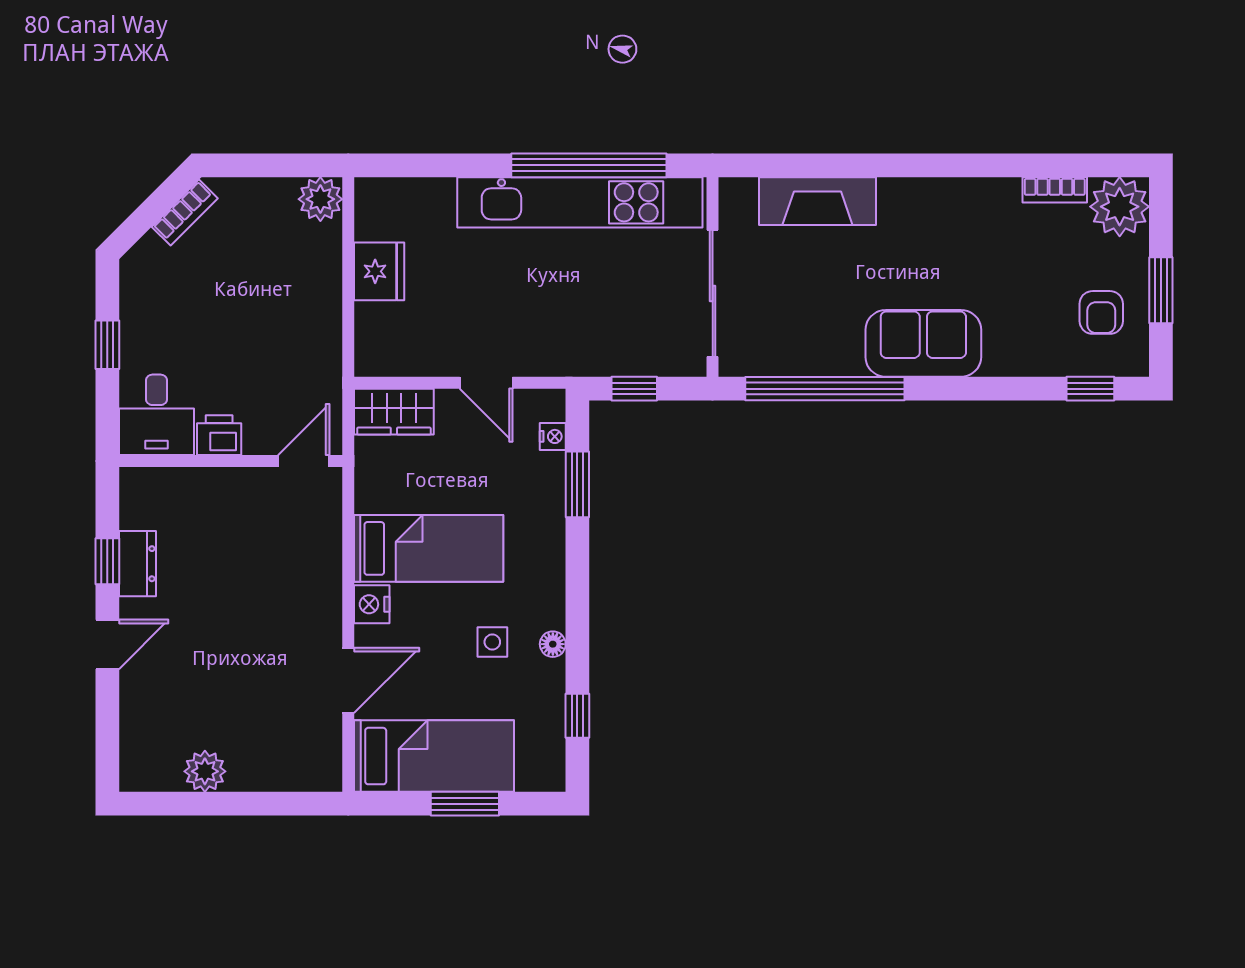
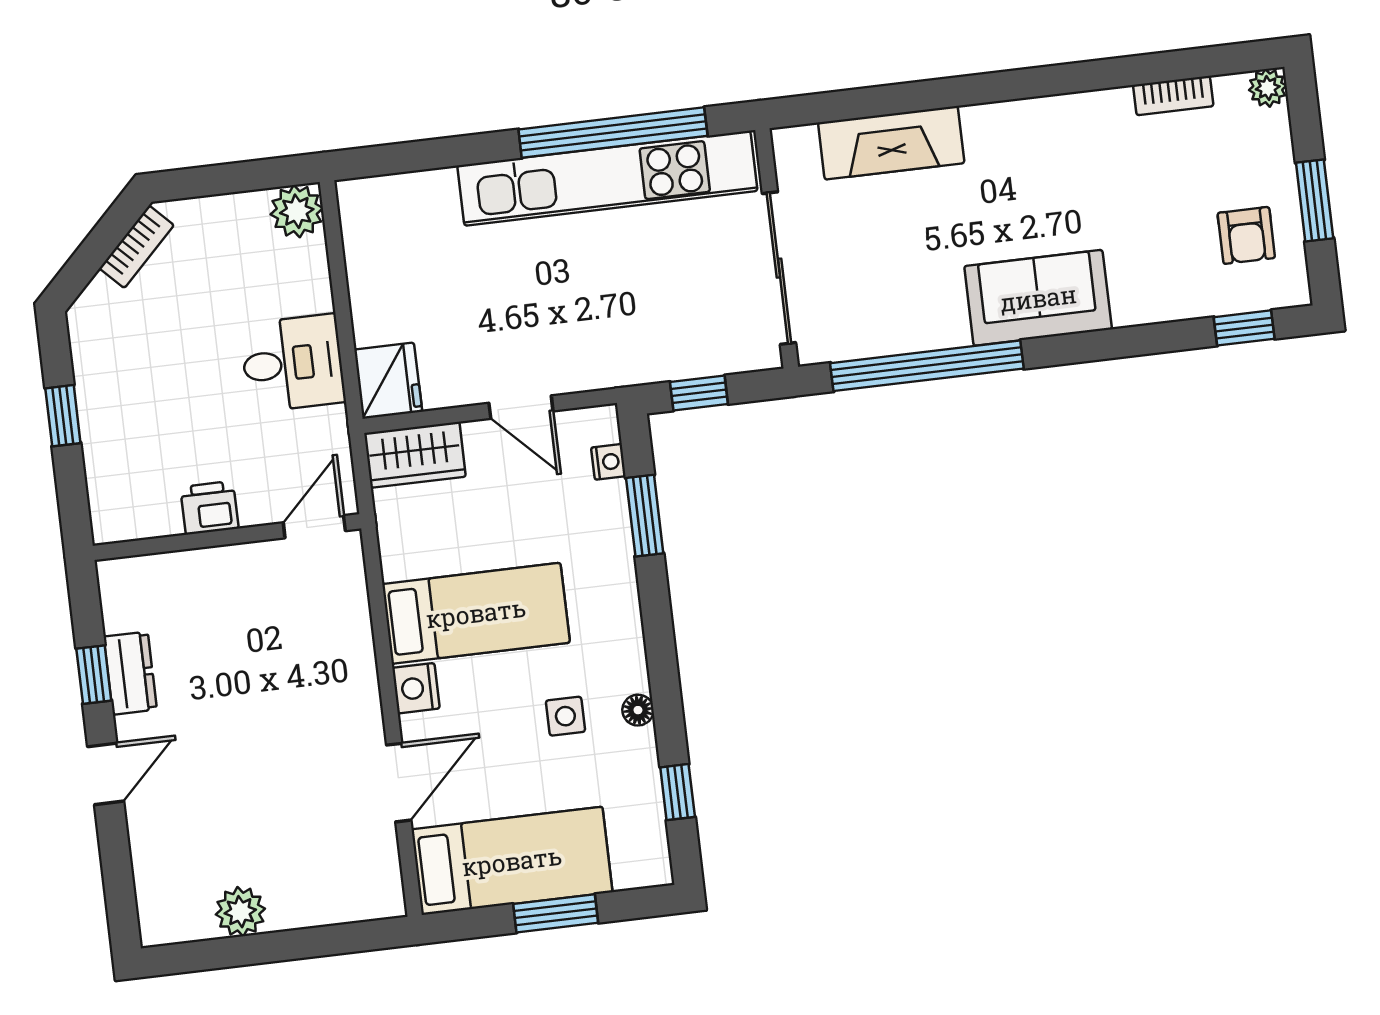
plant: (1120, 207) -> (1268, 88), width x0.53, depth x0.53
fridge: (379, 271) -> (388, 381), moved
desk: (157, 415) -> (293, 363), moved, turned -90

